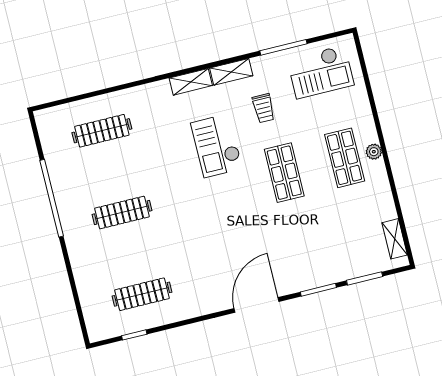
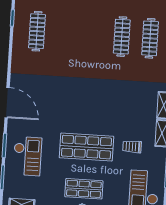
checkout: (217, 146) -> (27, 156), moved, turned 90
shop shelf: (284, 173) -> (86, 147), width x1.43, depth x1.36
clothes rail: (122, 212) -> (122, 37), moved

